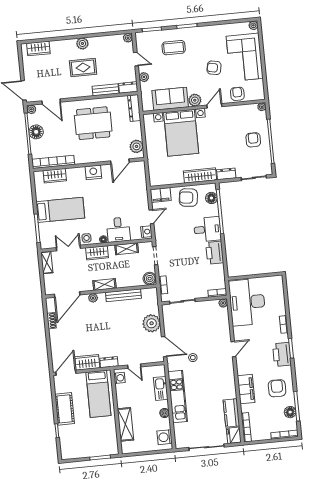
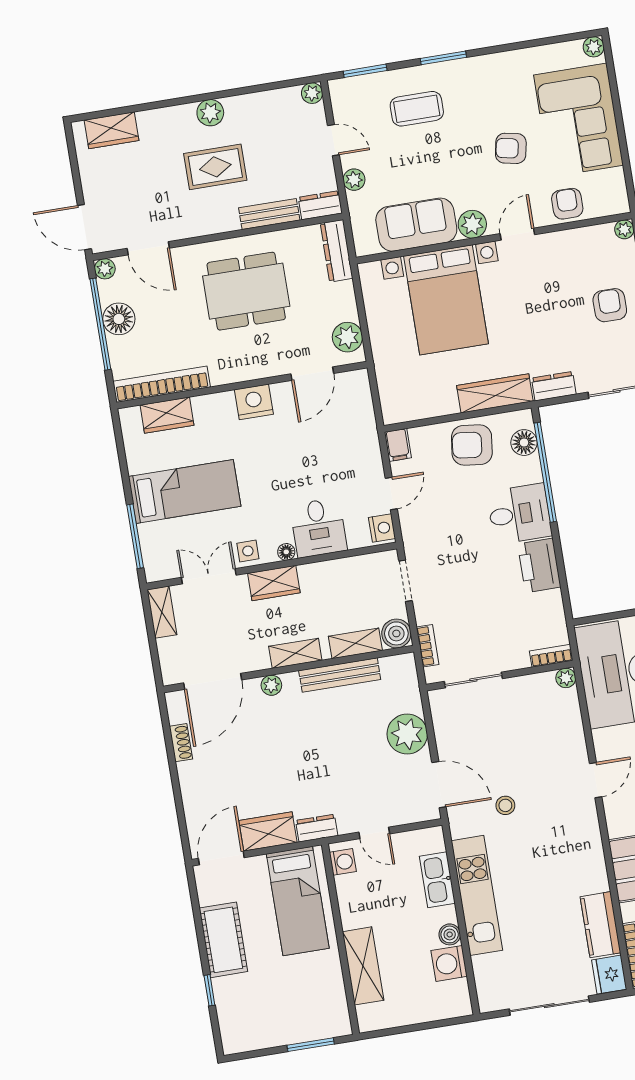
filing cabinet: (161, 195) -> (398, 445), width x0.50
shelving: (127, 249) -> (355, 643), moved
washing machine: (165, 437) -> (449, 963), moved

